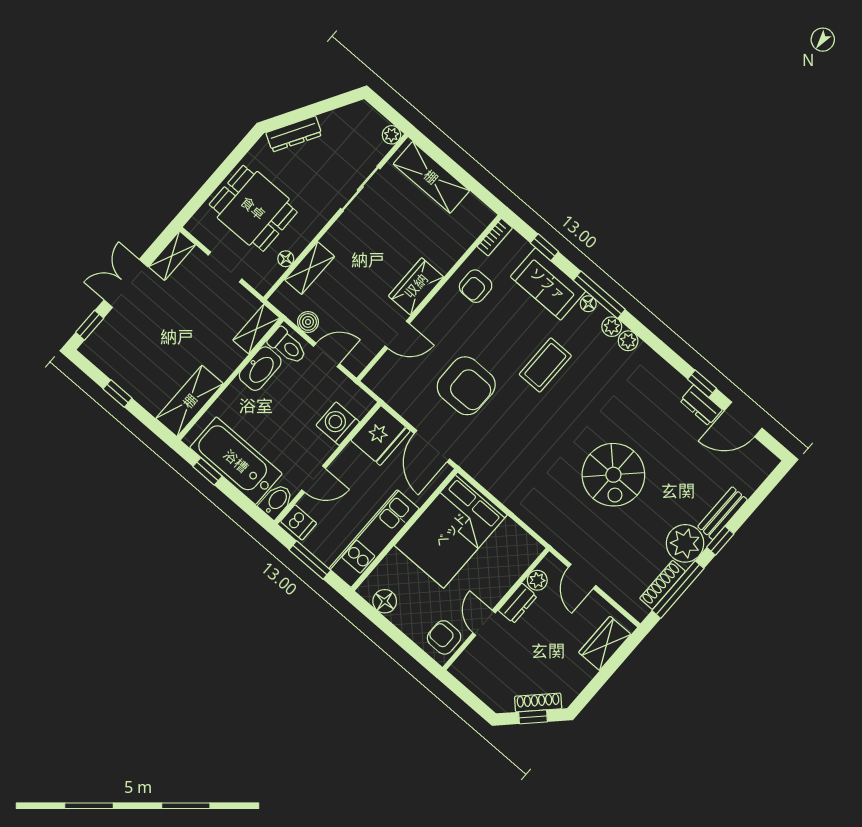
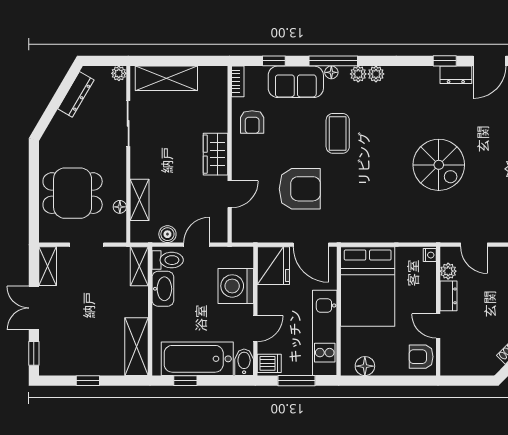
dresser: (294, 134) -> (76, 94), moved
washing machine: (338, 424) -> (236, 286), width x1.37, depth x1.37
nightstand: (533, 551) -> (430, 255), added

